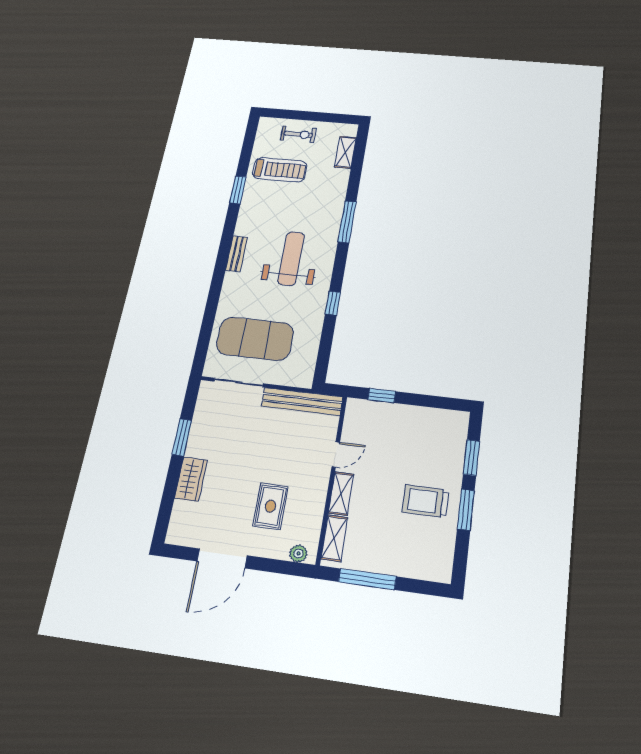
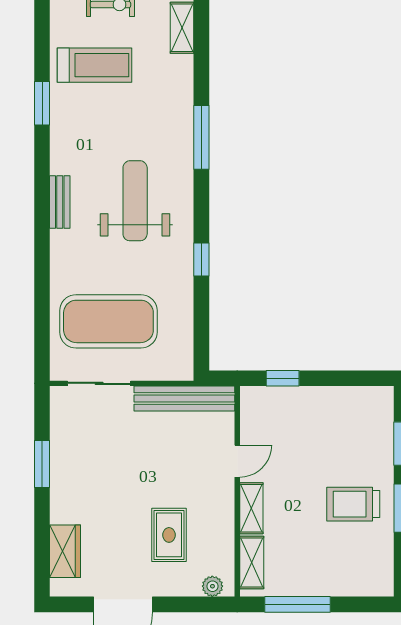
wardrobe: (191, 479) -> (65, 551), moved

